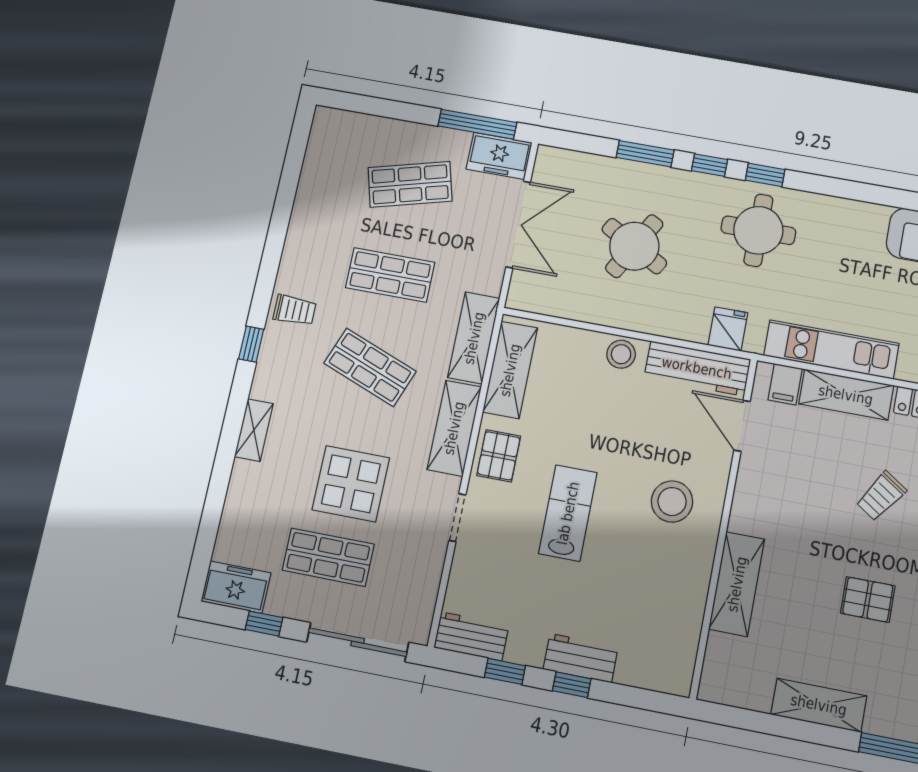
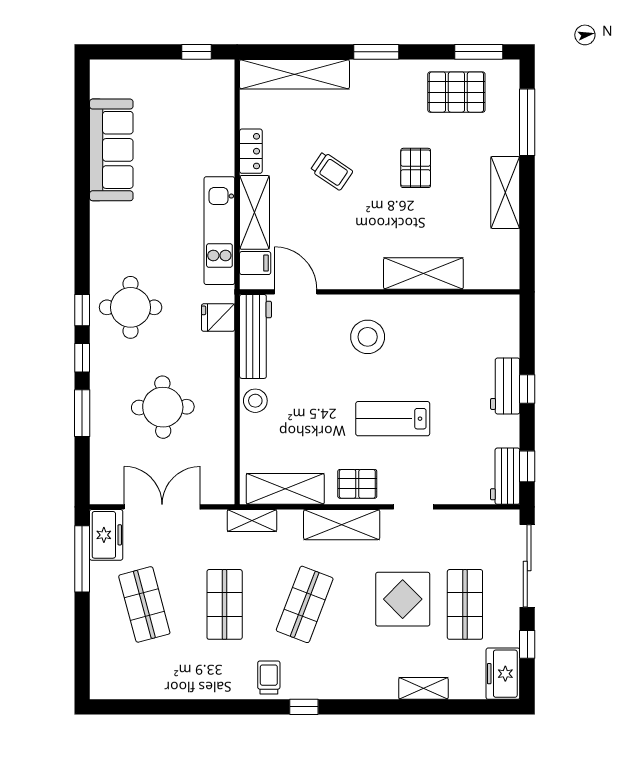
round table: (634, 246) -> (163, 407), turned -30
shelving: (474, 338) -> (252, 521), width x0.67, depth x0.75
door: (742, 426) -> (296, 292), swing flipped
shelving: (254, 430) -> (423, 688), moved
window: (505, 671) -> (527, 466), moved

